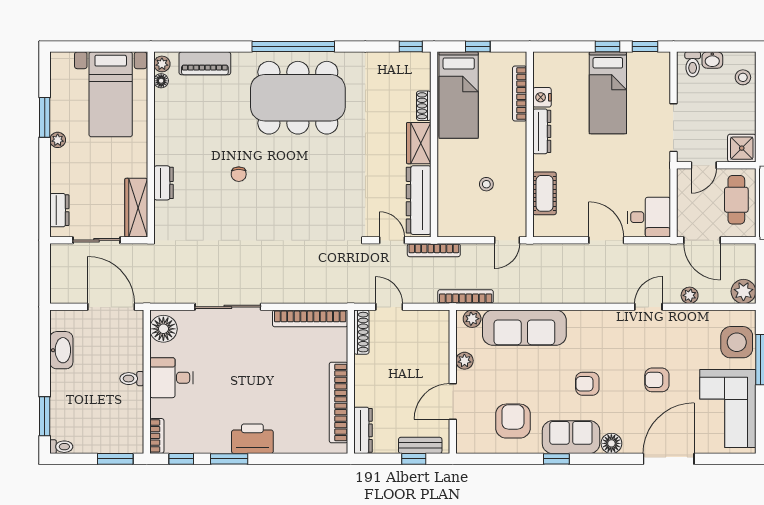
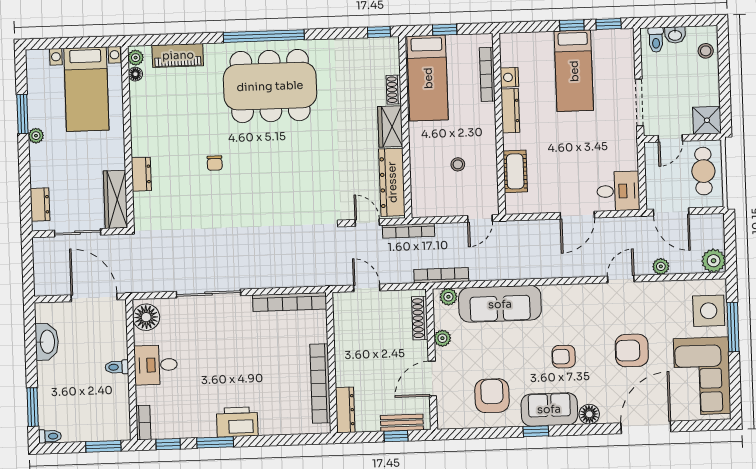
door: (606, 240) -> (577, 215), swing flipped
shoe rack: (361, 332) -> (420, 318), moved, turned 180
armchair: (657, 380) -> (632, 350), width x1.38, depth x1.38

